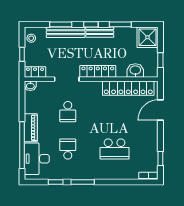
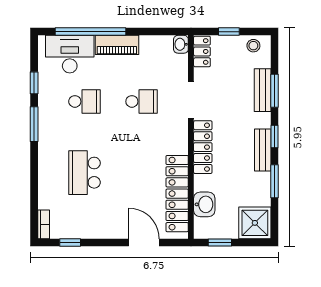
bench: (66, 32) -> (263, 90), width x0.73
school desk: (68, 112) -> (142, 101), turned 180

